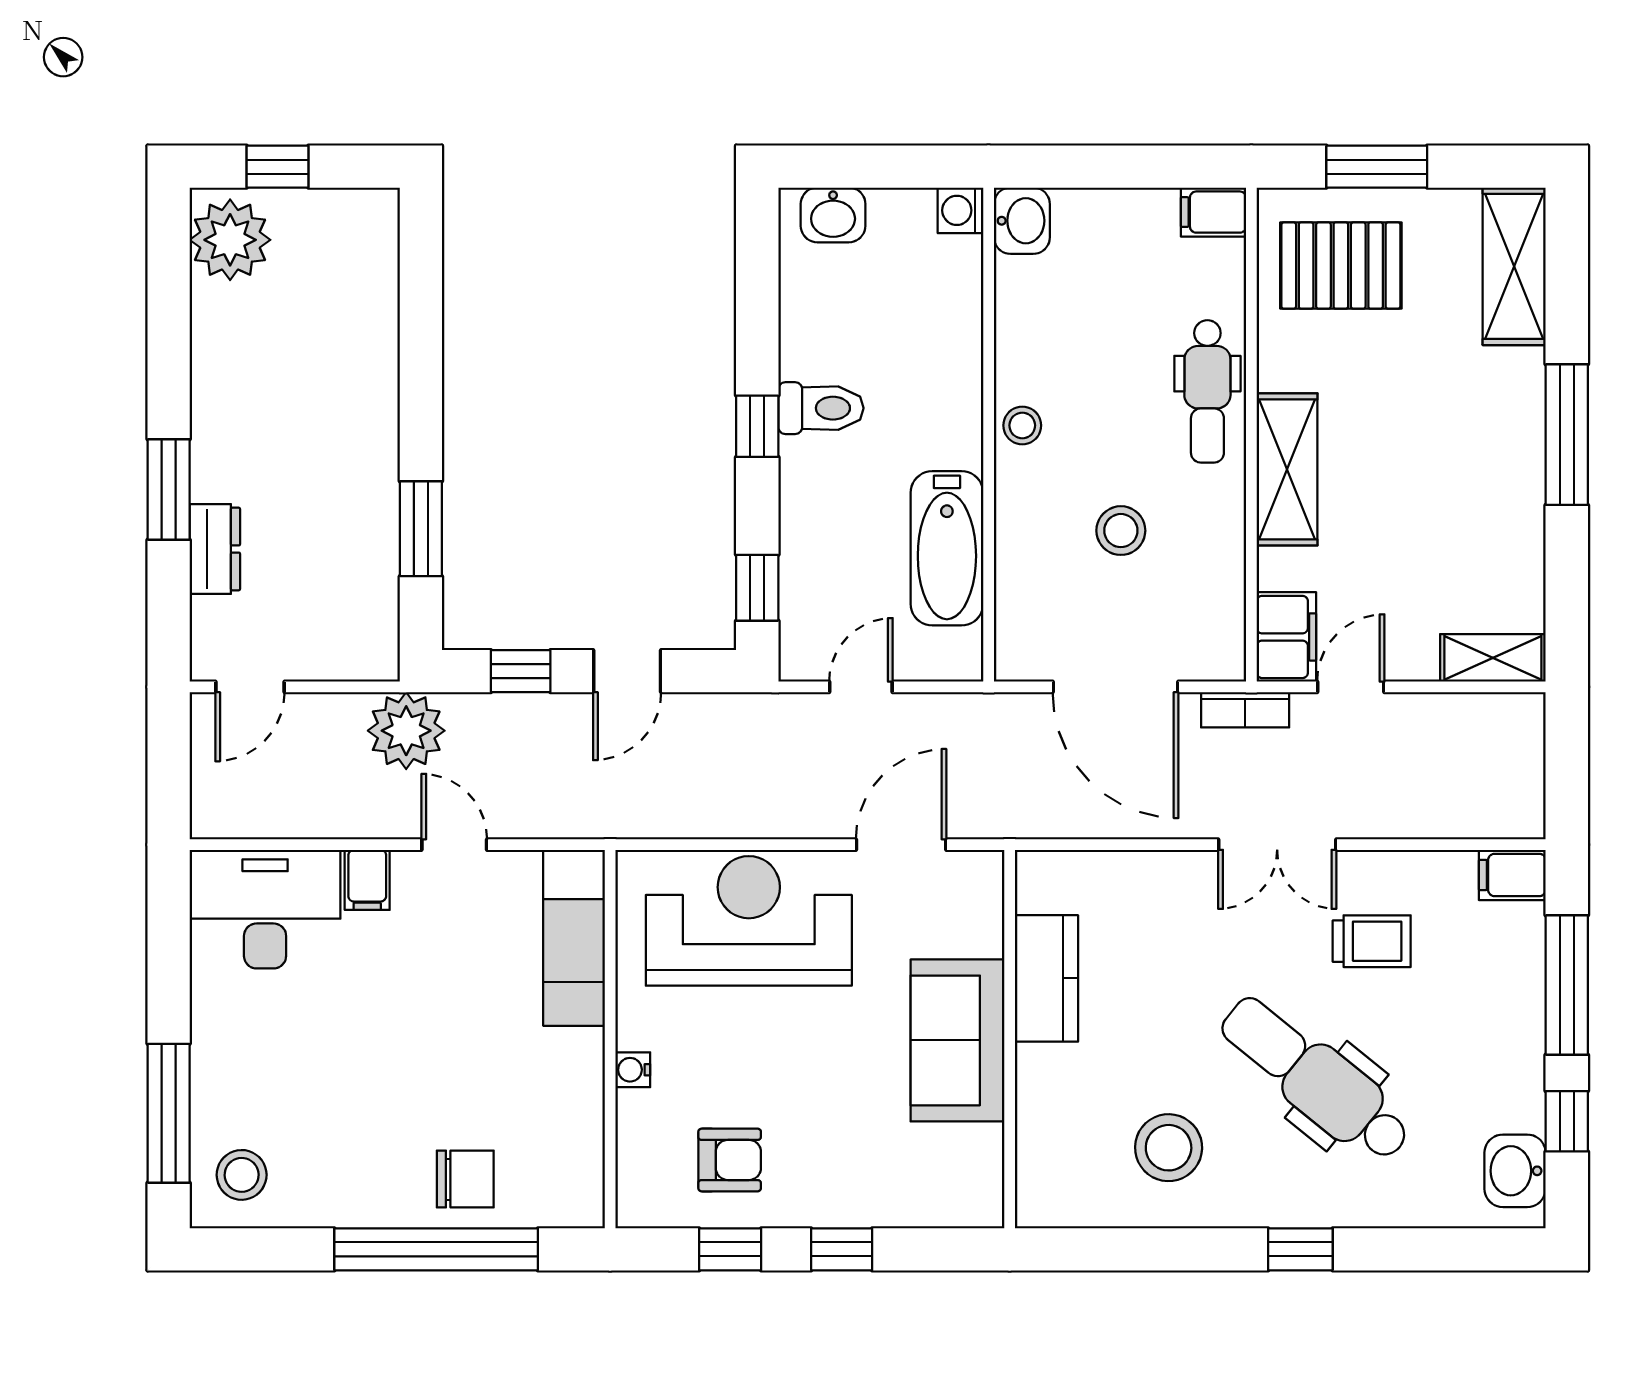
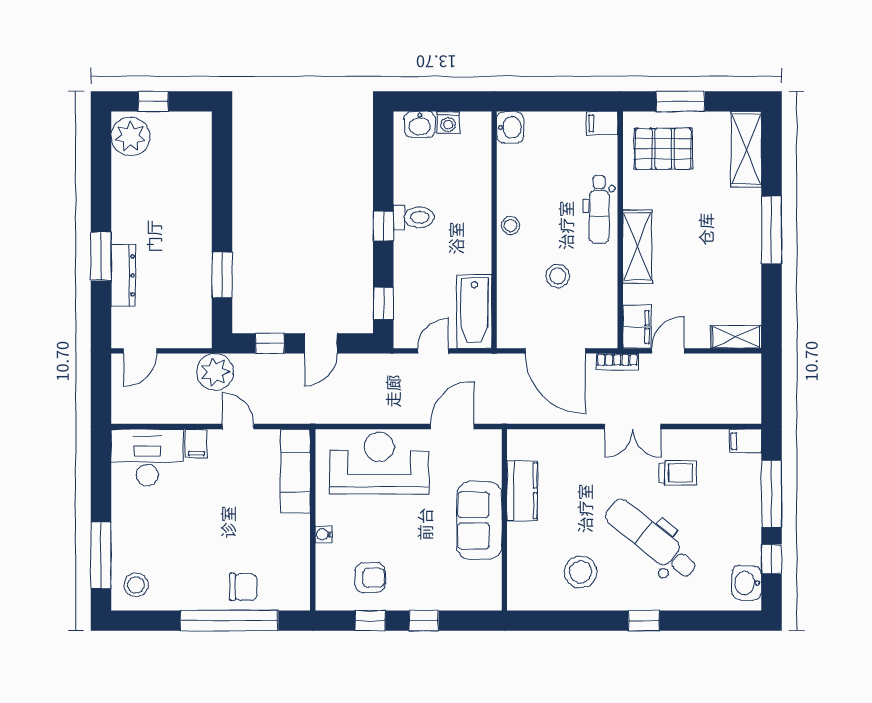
washing machine: (960, 210) -> (448, 122), moved, turned -90
bathtub: (947, 548) -> (474, 311), moved
dresser: (215, 549) -> (123, 275), width x1.44

